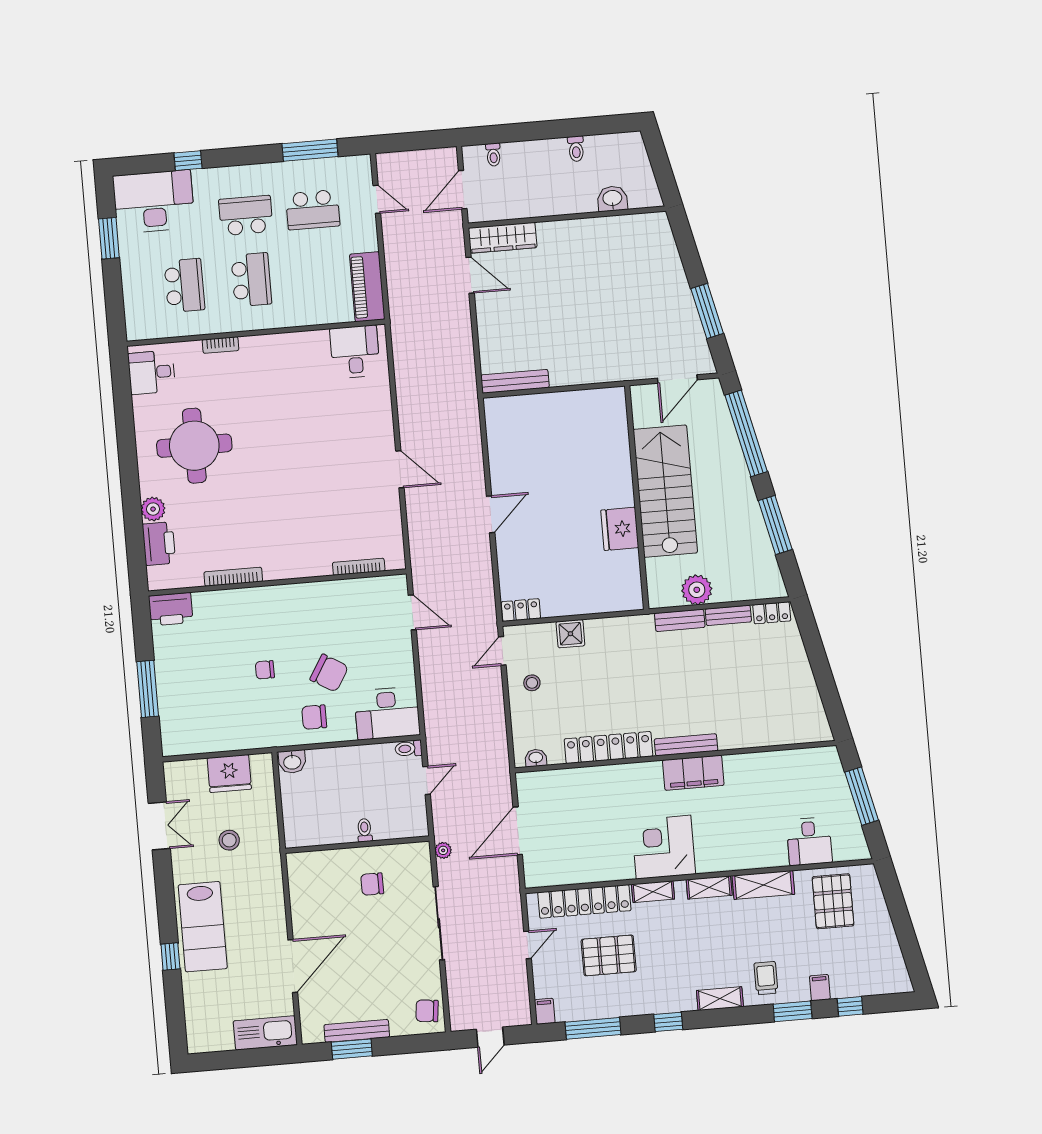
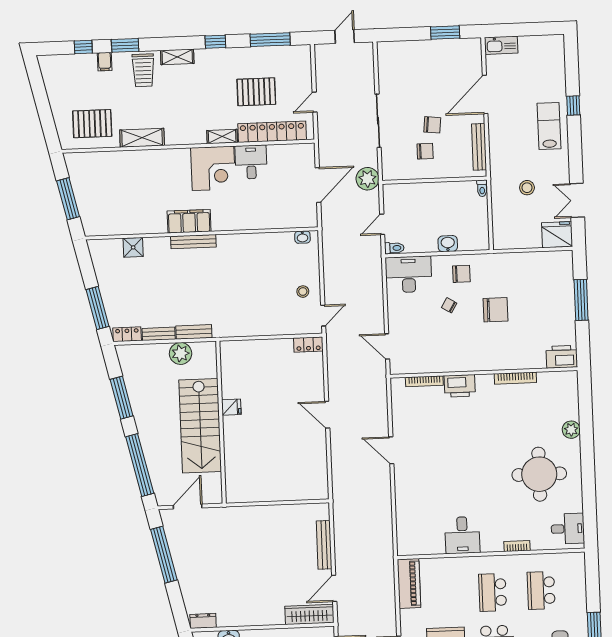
dresser: (649, 222) -> (203, 621), added
door: (470, 275) -> (334, 588), hinge flipped
window: (707, 311) -> (164, 555), width x1.46
desk: (355, 352) -> (462, 535), moved
bench: (515, 381) -> (324, 545), moved, turned 90
door: (491, 514) -> (327, 415), hinge flipped
fridge: (620, 529) -> (231, 407), width x0.53, depth x0.75
printer: (159, 544) -> (460, 386), moved, turned -90
shower: (570, 634) -> (133, 247), moved
window: (814, 647) -> (97, 308), added
chair: (265, 670) -> (496, 310), width x1.87, depth x1.87
chair: (329, 673) -> (449, 305), width x0.54, depth x0.54
locker: (609, 748) -> (250, 242), removed
washbasin: (292, 762) -> (448, 244), moved
fridge: (229, 773) -> (557, 235), moved
toilet: (365, 830) -> (482, 188), moved
desk: (809, 841) -> (251, 162), moved
plant: (443, 850) -> (367, 179), width x1.88, depth x1.88
shelving: (709, 887) -> (181, 138), removed
pallet: (833, 901) -> (92, 124), turned 90
lab bench: (203, 927) -> (549, 126), width x0.73, depth x0.72
trolley: (766, 978) -> (143, 70), width x1.36, depth x1.39
chair: (427, 1011) -> (432, 125), moved
filing cabinet: (545, 1011) -> (304, 54), removed
bench: (357, 1031) -> (479, 147), moved, turned 90
kitchen sink: (265, 1033) -> (501, 45), width x0.73, depth x0.81

